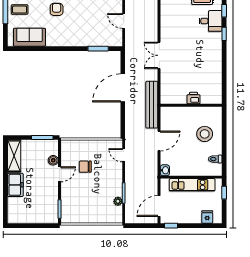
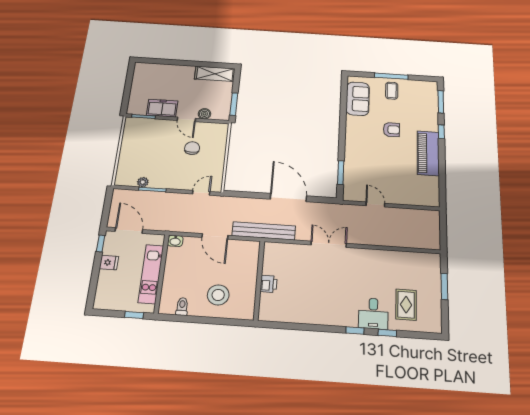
door: (124, 21) -> (375, 204), hinge flipped
freezer: (15, 185) -> (162, 108), moved, turned 180
fridge: (207, 217) -> (109, 263), moved

